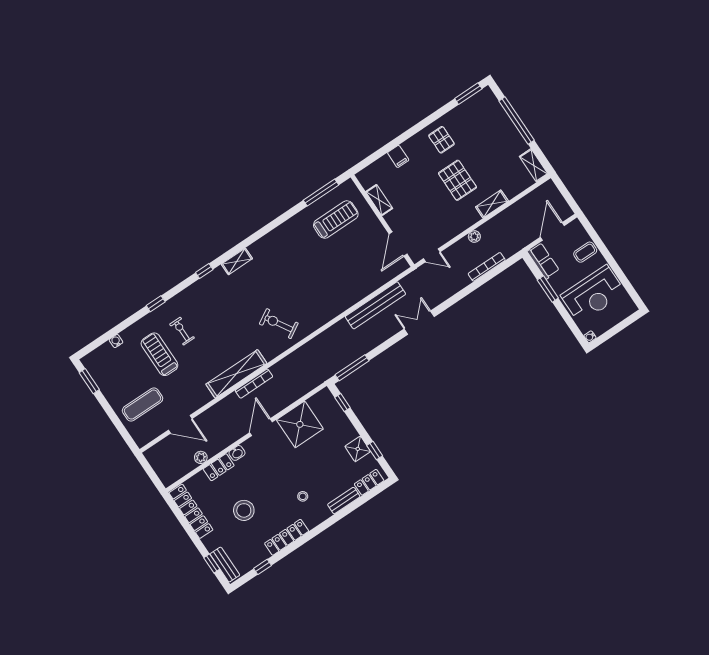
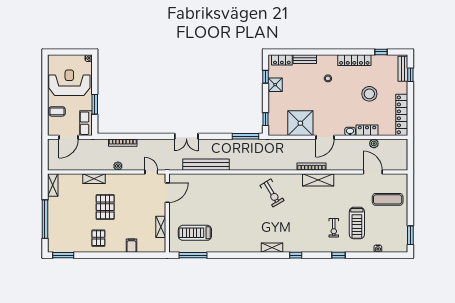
shelving: (236, 374) -> (318, 180), width x0.68

